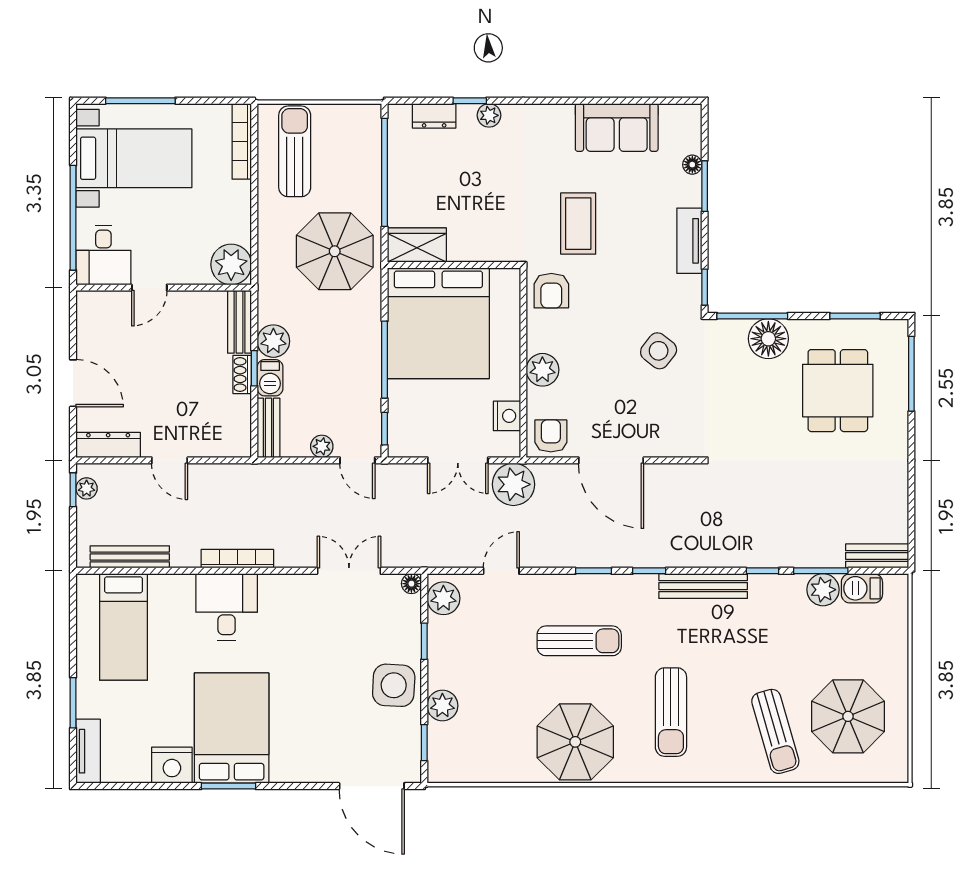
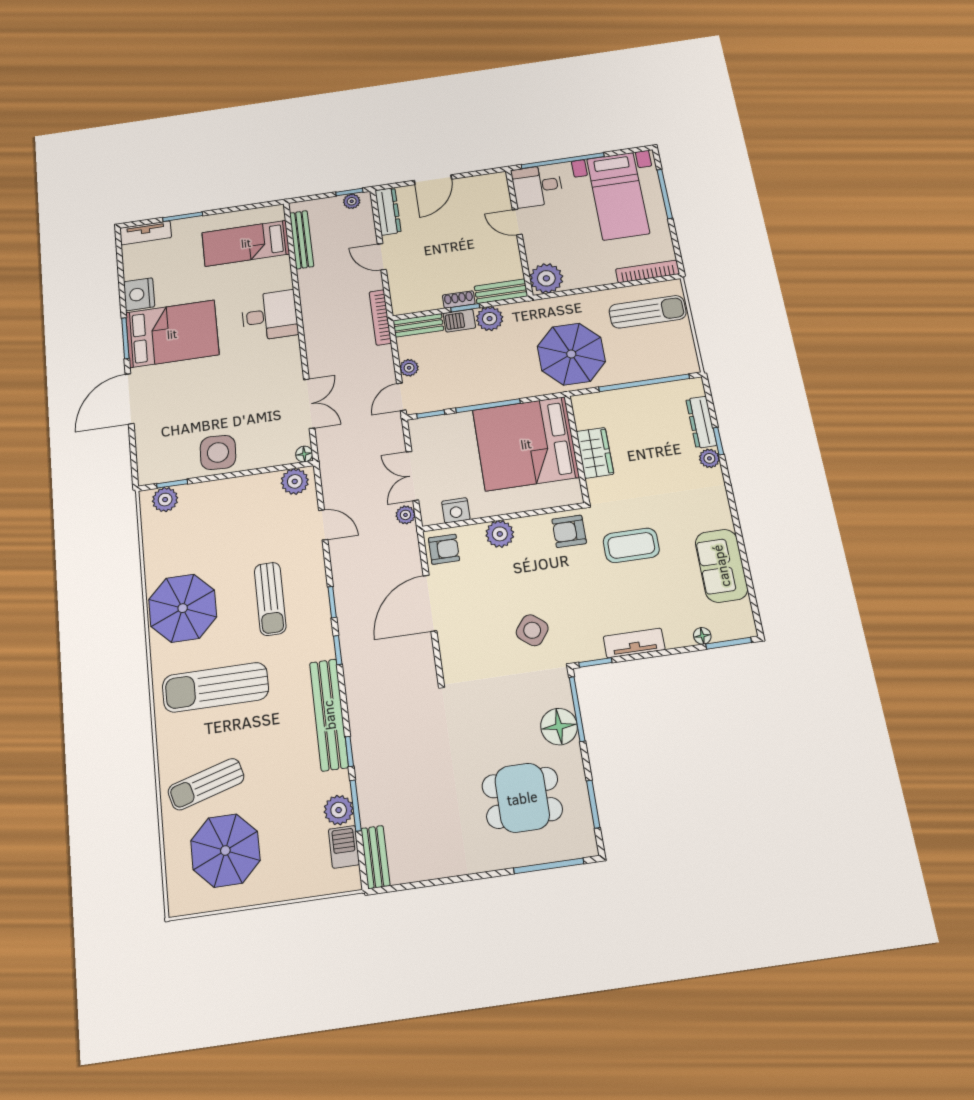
dresser: (434, 116) -> (701, 422), width x1.44
window: (705, 186) -> (729, 643), moved
wardrobe: (417, 245) -> (595, 453), moved
door: (170, 460) -> (382, 257), hinge flipped
plant: (513, 484) -> (405, 515), width x0.53, depth x0.53
bookcase: (237, 559) -> (380, 317), moved, turned 180
bench: (703, 586) -> (329, 715), width x1.37, depth x1.21
window: (424, 641) -> (257, 471), removed
plant: (442, 706) -> (165, 500), moved
sun lounger: (671, 712) -> (215, 687), width x1.36, depth x1.34
door: (372, 786) -> (130, 399), moved

